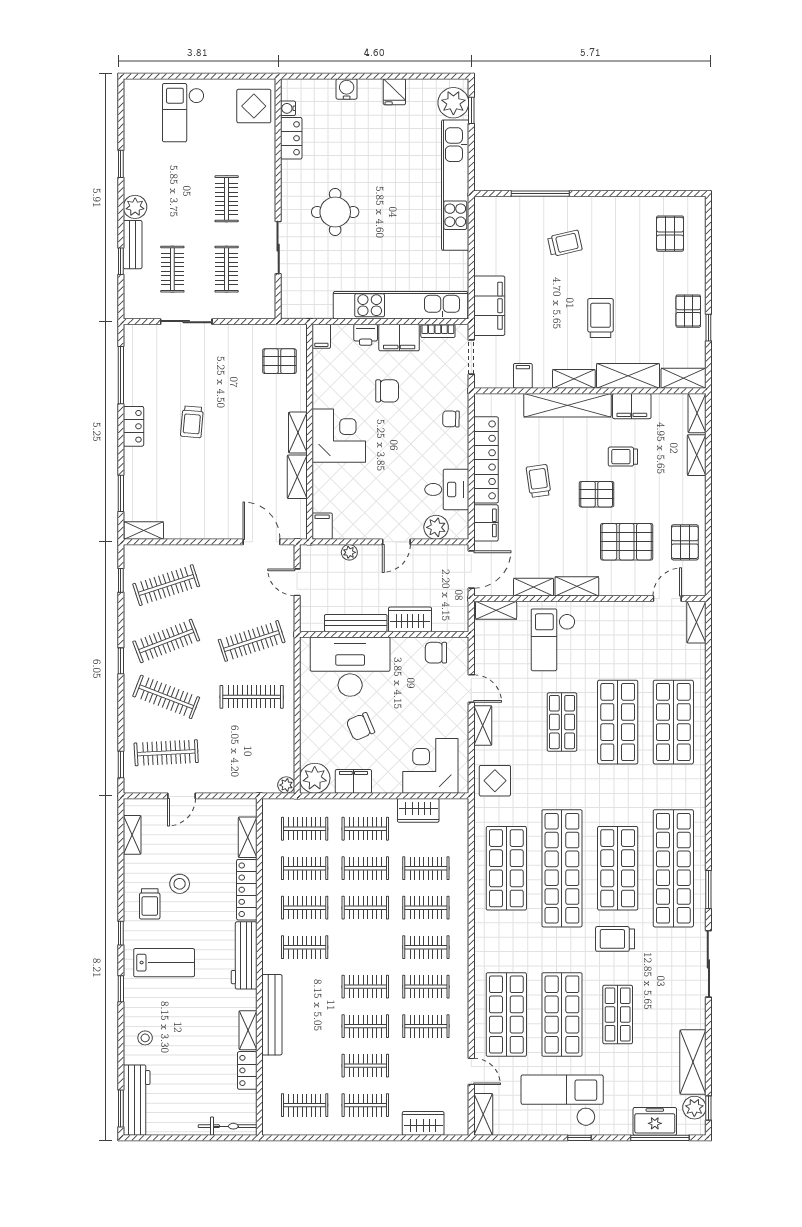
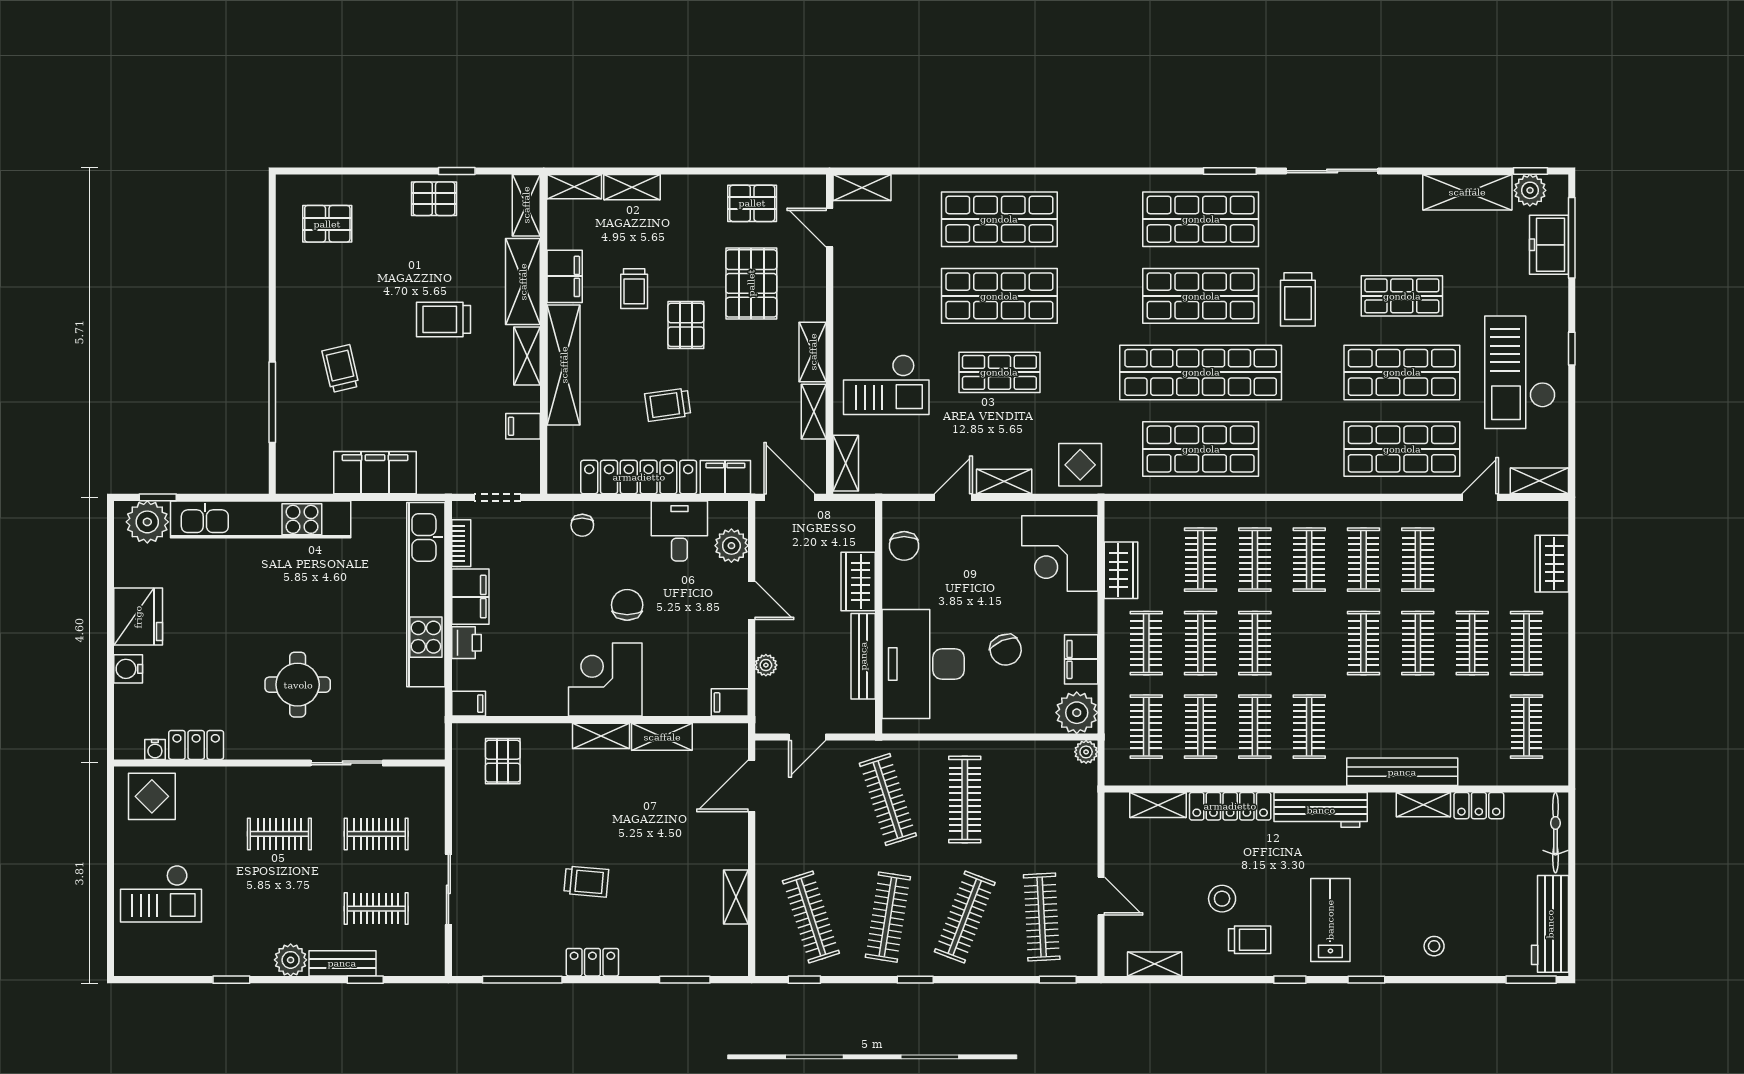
fridge: (394, 92) -> (138, 617), width x1.88, depth x1.34
filing cabinet: (489, 306) -> (375, 473), moved
chair: (387, 391) -> (627, 605), moved
shelving: (144, 531) -> (736, 897), moved
clothes rail: (166, 641) -> (888, 917), turned 30
shop shelf: (673, 868) -> (1201, 219), width x0.71
workbench: (137, 1100) -> (1550, 924), moved, turned -90

